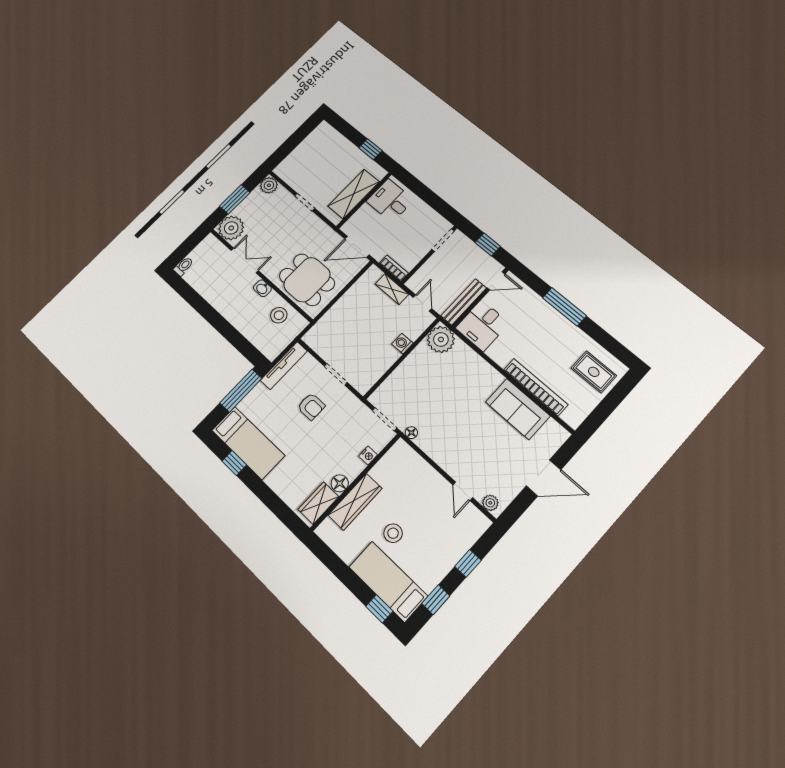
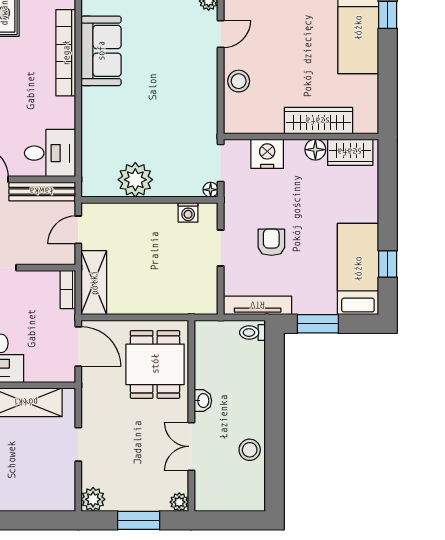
plant: (231, 228) -> (179, 502), width x0.53, depth x0.53
toilet: (183, 266) -> (253, 333), moved
shelving: (392, 289) -> (94, 283), width x1.50, depth x1.33
stool: (279, 315) -> (250, 450), moved
plant: (441, 339) -> (135, 180), moved
washing machine: (402, 344) -> (188, 212), moved
window: (241, 391) -> (318, 324), width x0.69
floor lamp: (411, 433) -> (211, 190), moved
nightstand: (368, 455) -> (267, 154), width x1.89, depth x1.79
stool: (393, 533) -> (239, 81), moved

